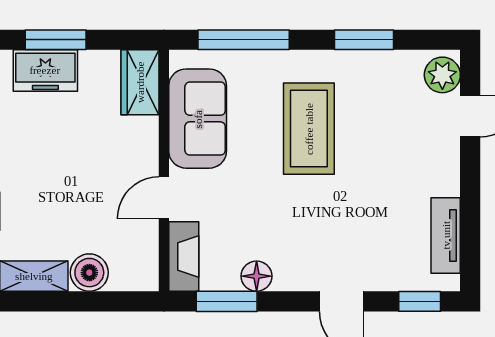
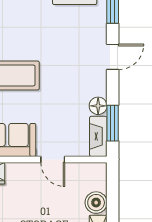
fireplace: (184, 257) -> (98, 136), moved, turned -90

